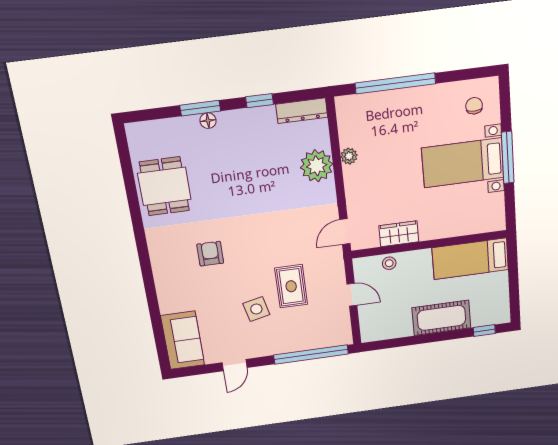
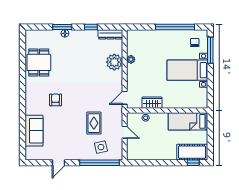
window: (395, 83) -> (175, 27), moved
window: (508, 158) -> (210, 50), moved
side table: (256, 309) -> (101, 147), moved
cot: (441, 318) -> (192, 152), moved
sofa: (183, 340) -> (34, 131), moved

